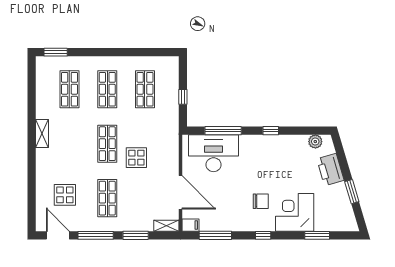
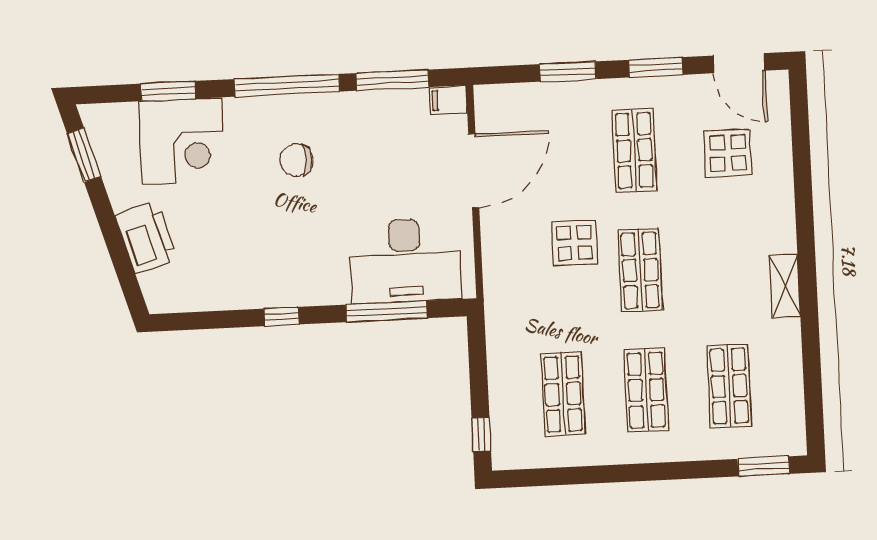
window: (183, 97) -> (481, 434), moved
plant: (315, 142) -> (182, 297), removed
door: (180, 192) -> (474, 171), swing flipped
window: (352, 192) -> (84, 155), moved
corner desk: (295, 212) -> (182, 141), moved
shelving: (166, 226) -> (501, 96), removed
window: (96, 235) -> (656, 67), width x0.69
window: (263, 235) -> (287, 85), width x3.17

